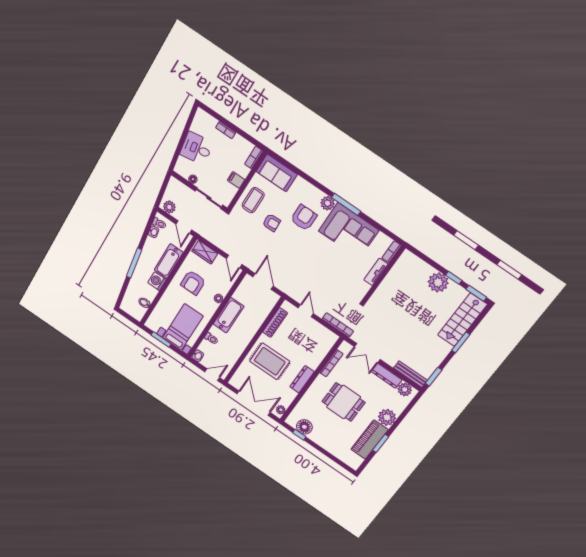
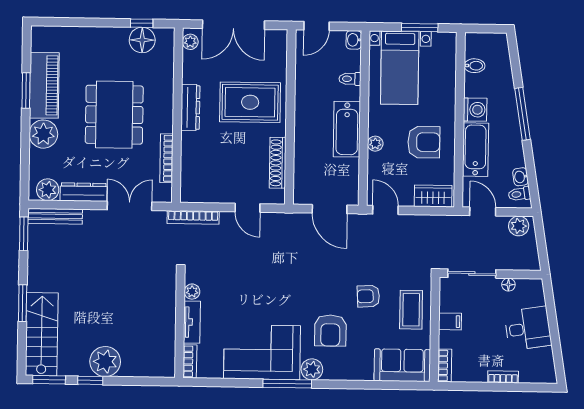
armchair: (193, 283) -> (424, 142), turned 90
plant: (365, 288) -> (192, 292), added
dining table: (344, 402) -> (114, 115), width x1.38

